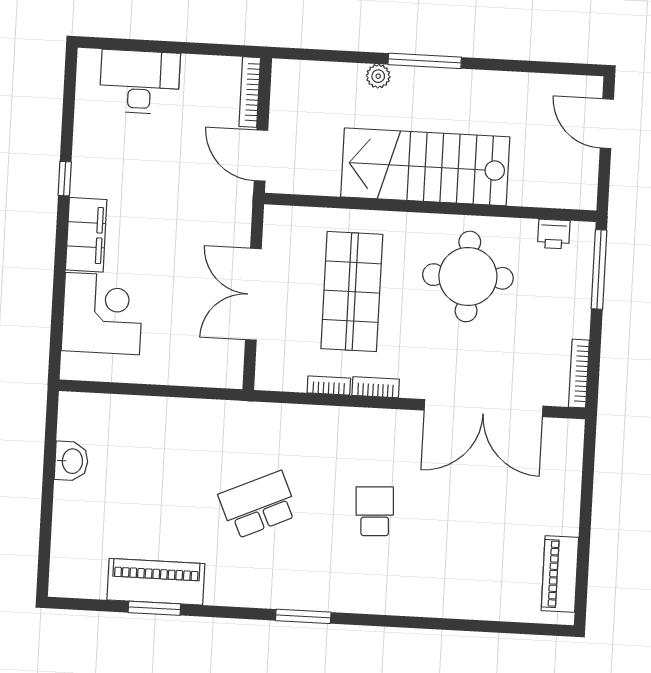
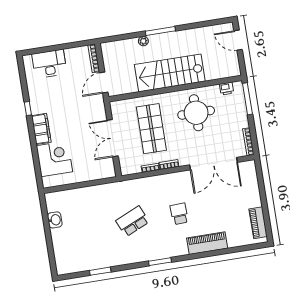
door: (261, 156) -> (104, 83), hinge flipped
piano: (156, 582) -> (207, 243), moved

